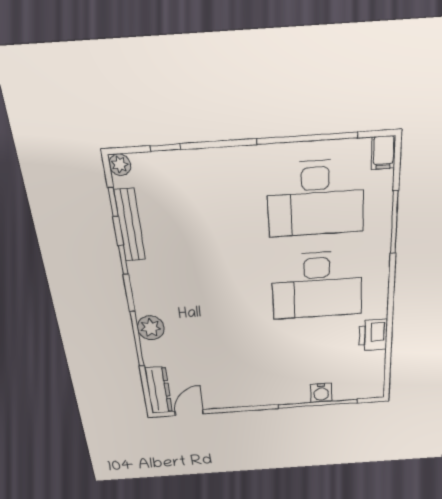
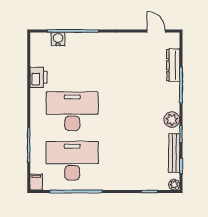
plant: (151, 328) -> (172, 120), moved
dresser: (159, 390) -> (173, 65), moved
water cooler: (321, 393) -> (58, 39), moved
door: (189, 413) -> (156, 31), swing flipped

